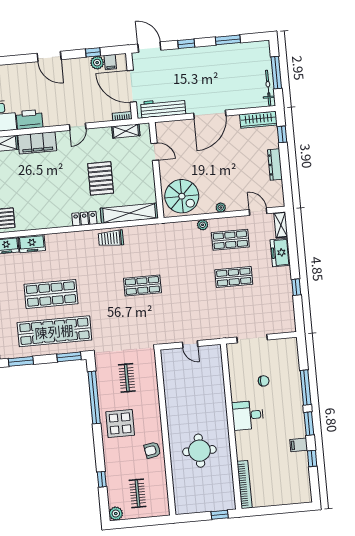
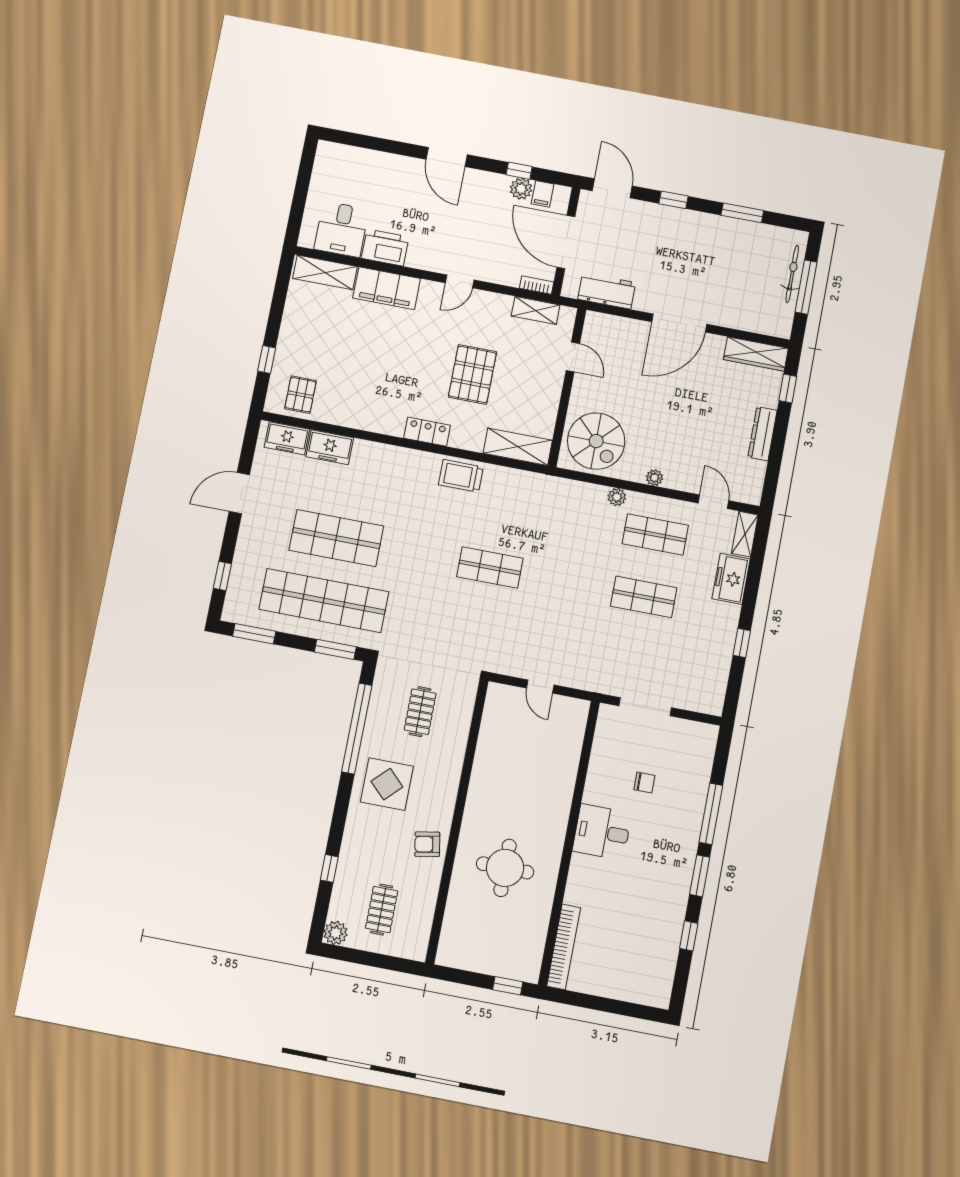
bicycle: (268, 88) -> (792, 274), moved
workbench: (163, 108) -> (607, 291), width x0.73
shelving: (129, 213) -> (518, 447), width x0.68
filing cabinet: (299, 445) -> (673, 906), removed

